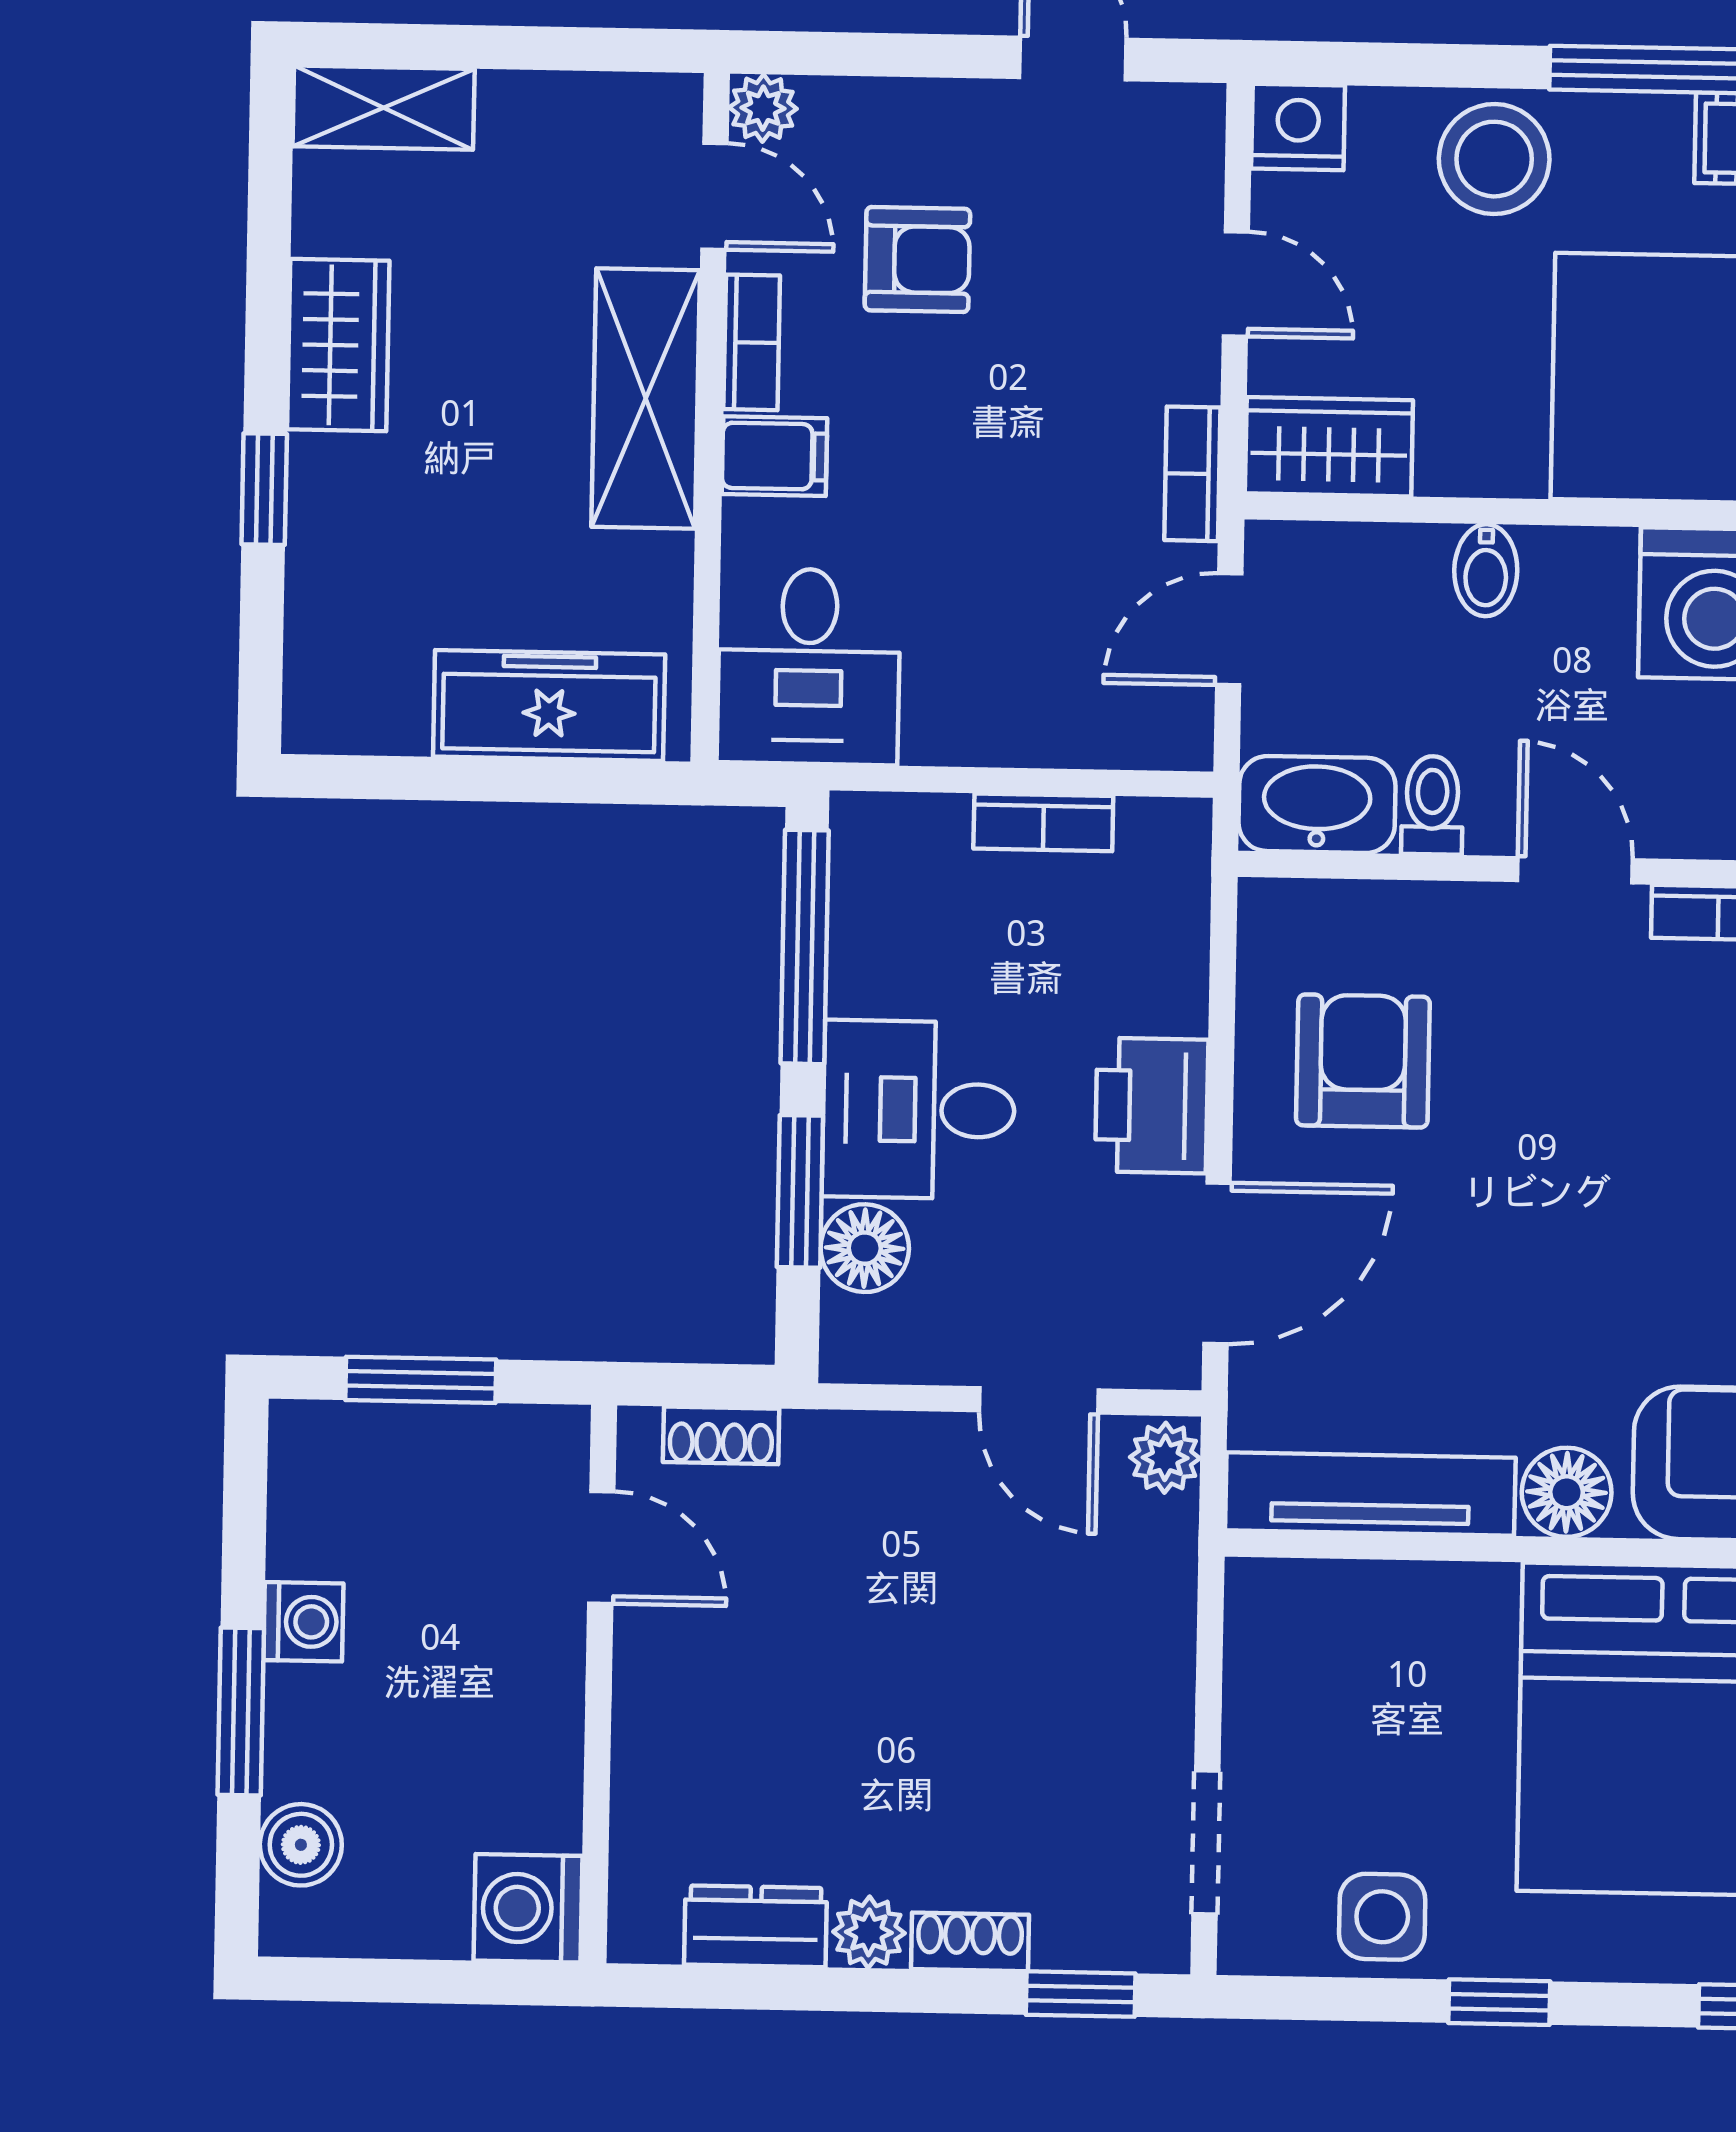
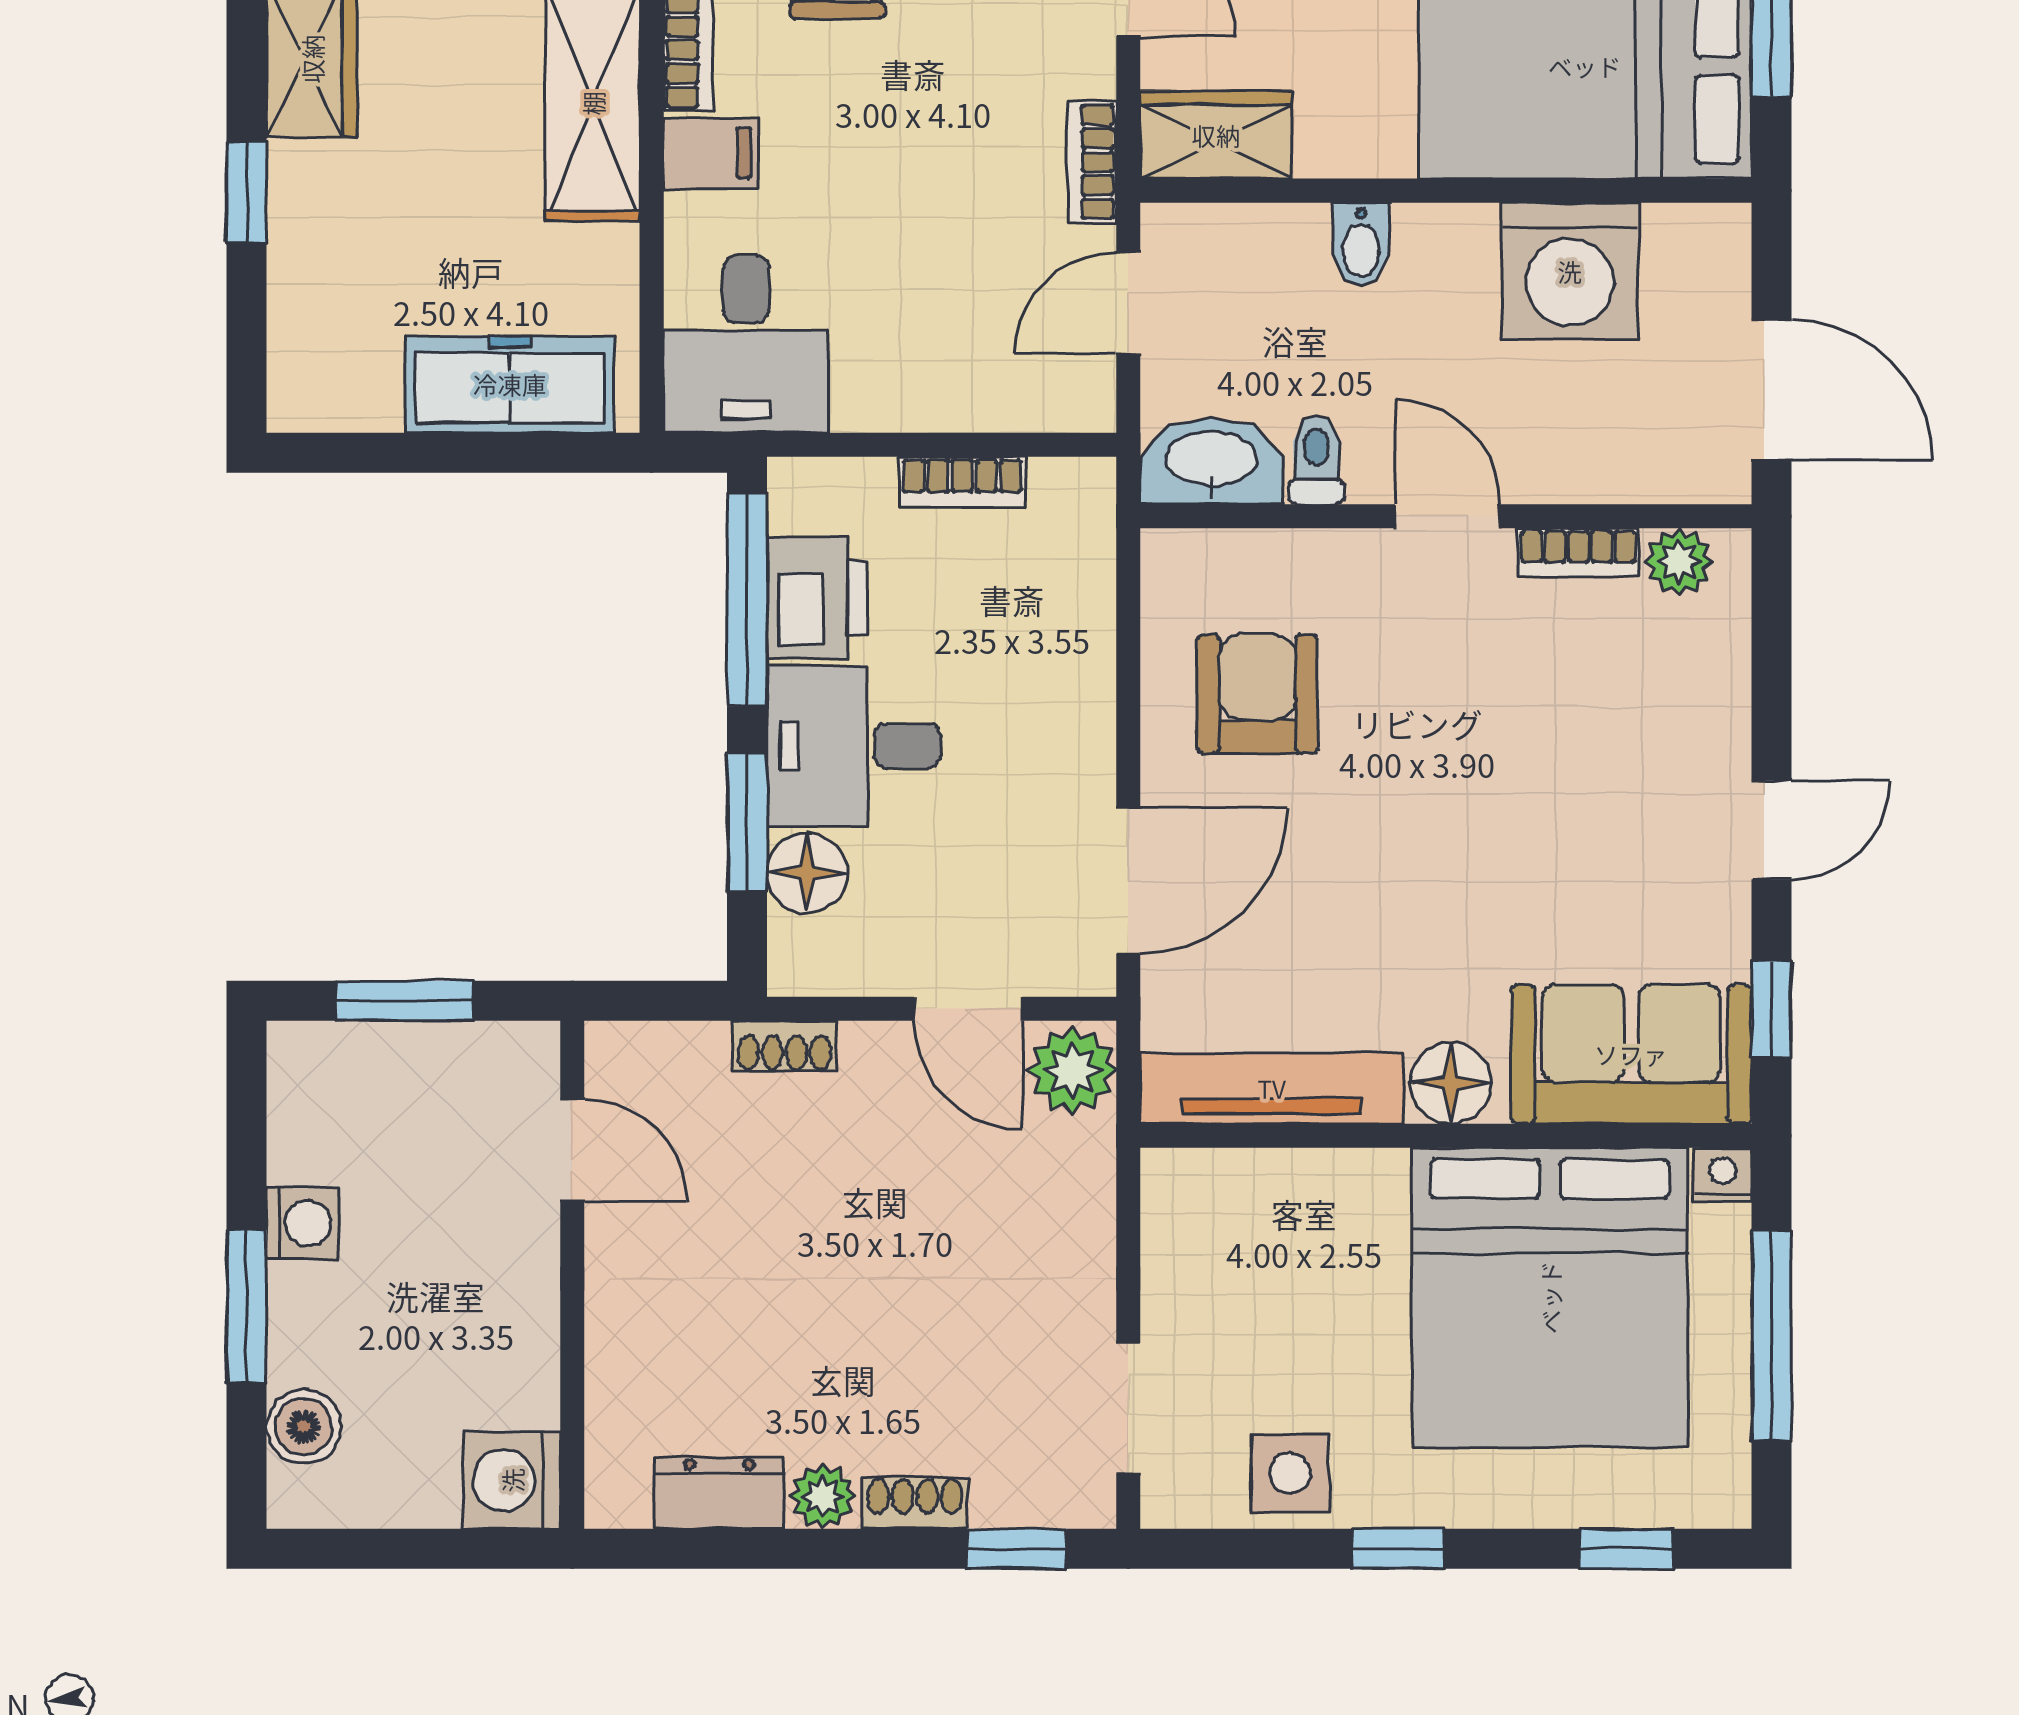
printer: (1152, 1106) -> (817, 598), moved, turned 180
shoe rack: (721, 1435) -> (785, 1046), moved
plant: (1165, 1458) -> (1072, 1071), width x1.38, depth x1.38

